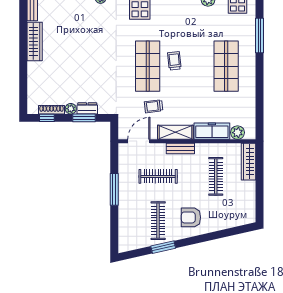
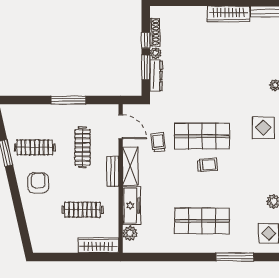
dresser: (87, 108) -> (156, 76), width x1.44
window: (47, 118) -> (146, 40), moved

